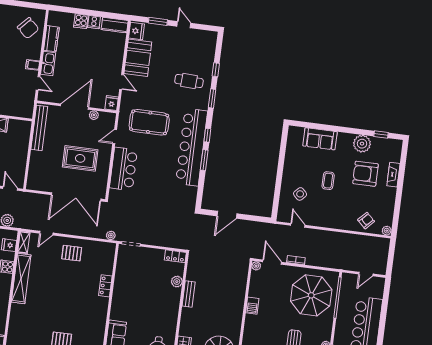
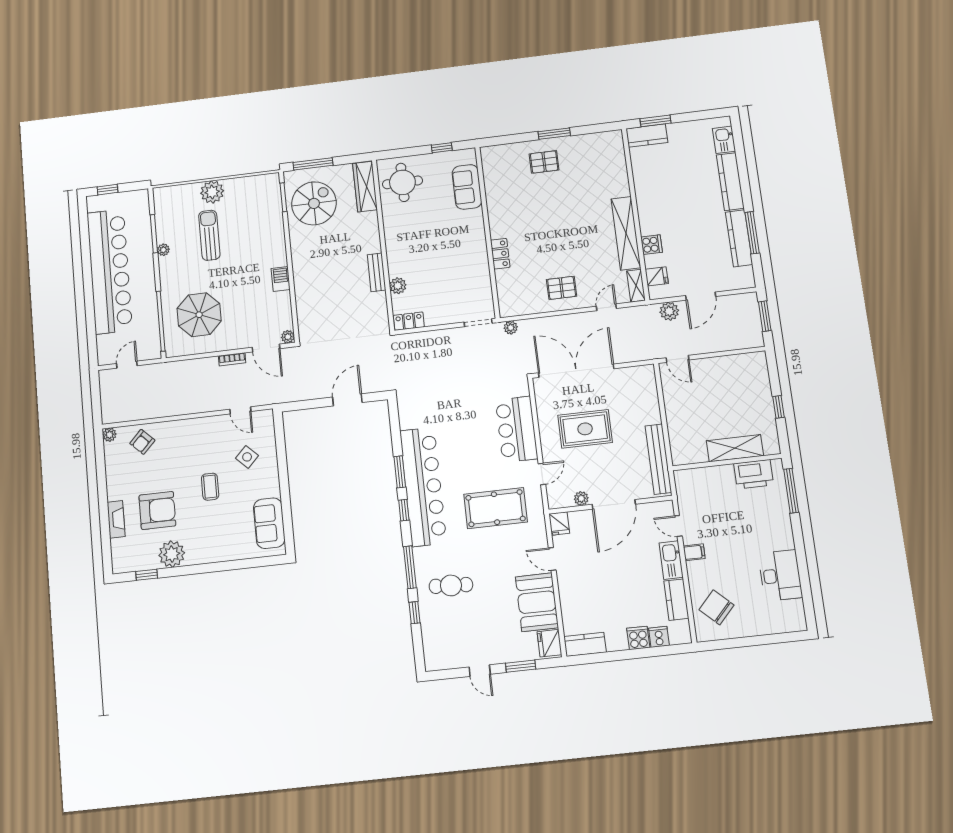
cooker: (94, 22) -> (659, 637), moved
window: (212, 99) -> (410, 567), width x1.44
sofa: (320, 139) -> (269, 523), moved, turned -90
parasol: (311, 295) -> (199, 315), width x0.73, depth x0.73

